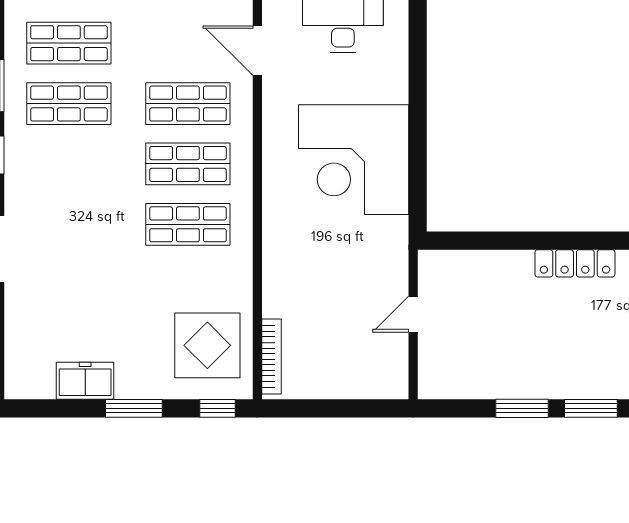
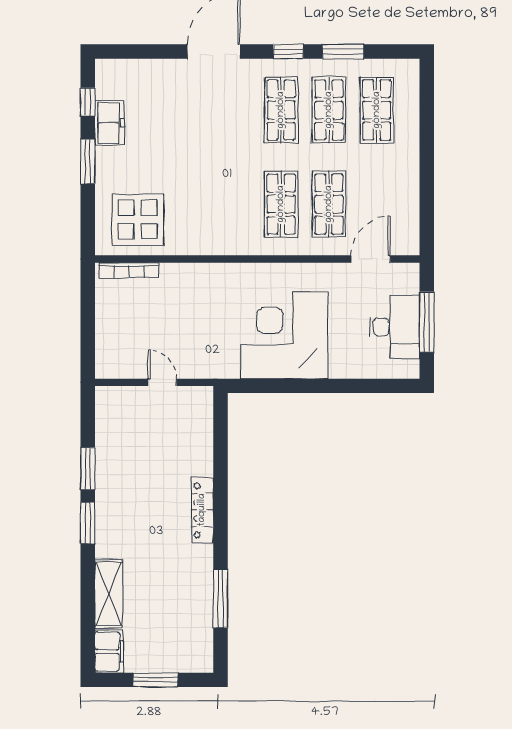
shop shelf: (188, 224) -> (281, 110), moved
window: (217, 408) -> (88, 102), moved

